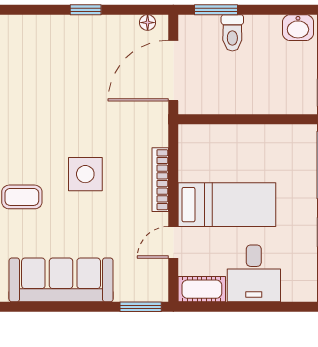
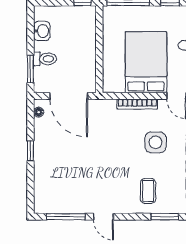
washbasin: (298, 28) -> (42, 31), moved
side table: (85, 174) -> (155, 142), moved
bed: (227, 205) -> (146, 62), width x1.50

